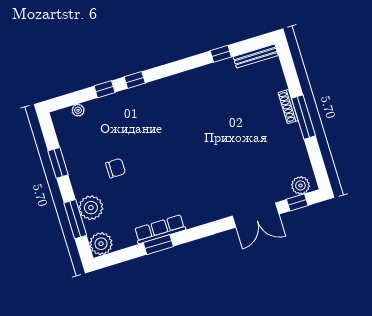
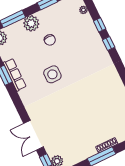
side table: (168, 172) -> (52, 74), added
plant: (91, 208) -> (31, 23), moved

